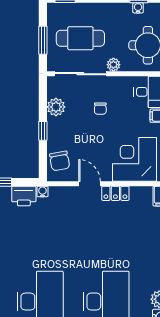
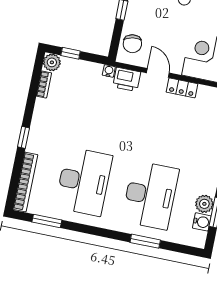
printer: (24, 196) -> (127, 79), moved

